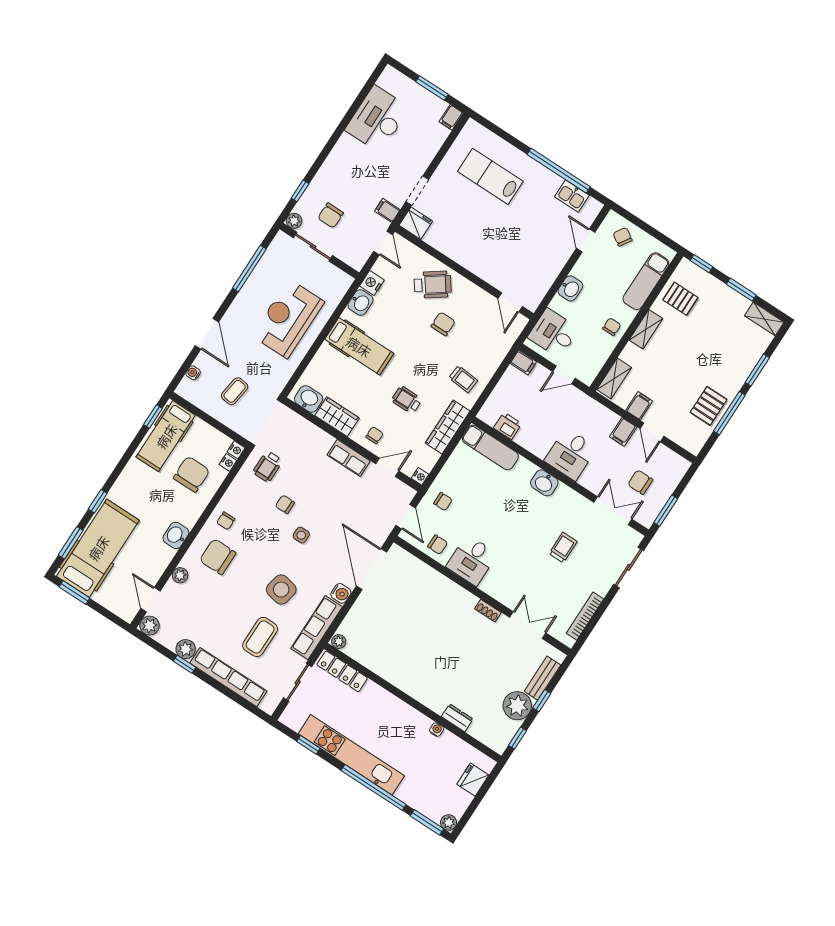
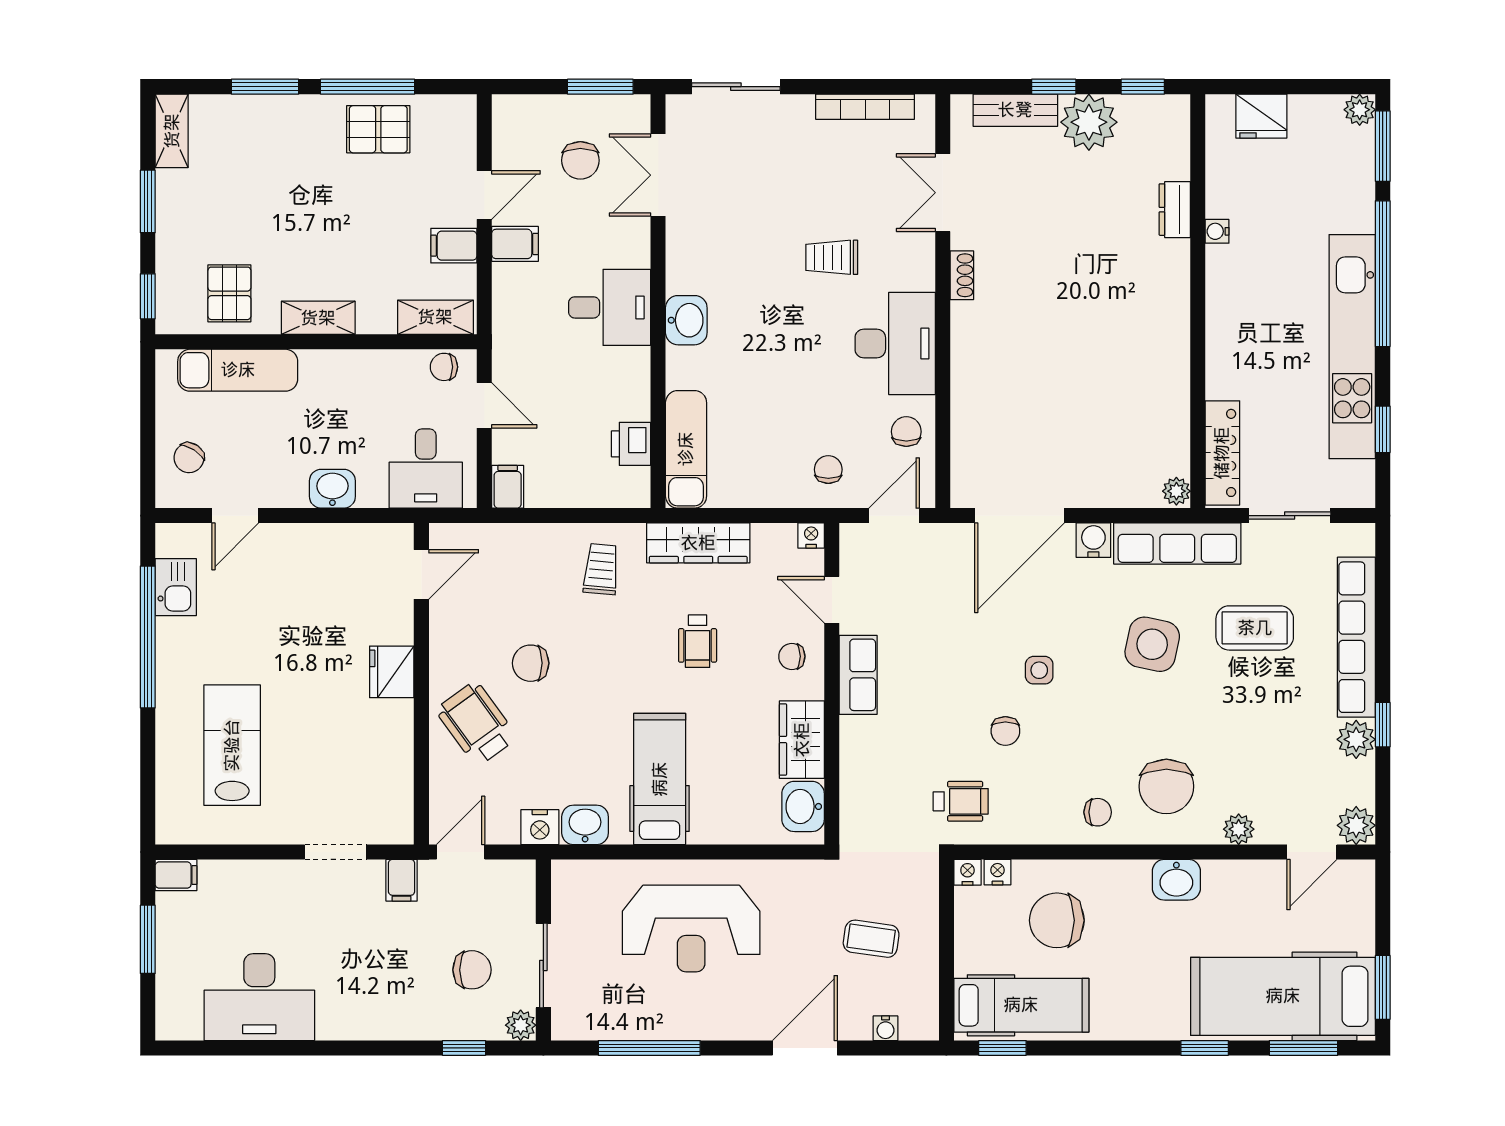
lab bench: (490, 176) -> (232, 745), turned 180
fridge: (416, 223) -> (392, 672), moved
chair: (612, 327) -> (444, 367), moved
trolley: (563, 548) -> (832, 257), moved
desk: (472, 560) -> (895, 343), width x1.37

